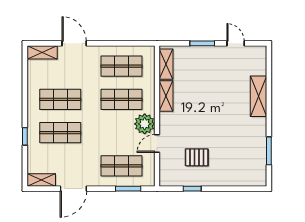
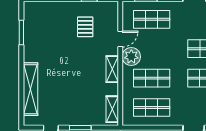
shelving: (166, 96) -> (112, 69), moved
shelving: (258, 96) -> (31, 89), width x1.47
pallet: (197, 157) -> (85, 27), turned 90

